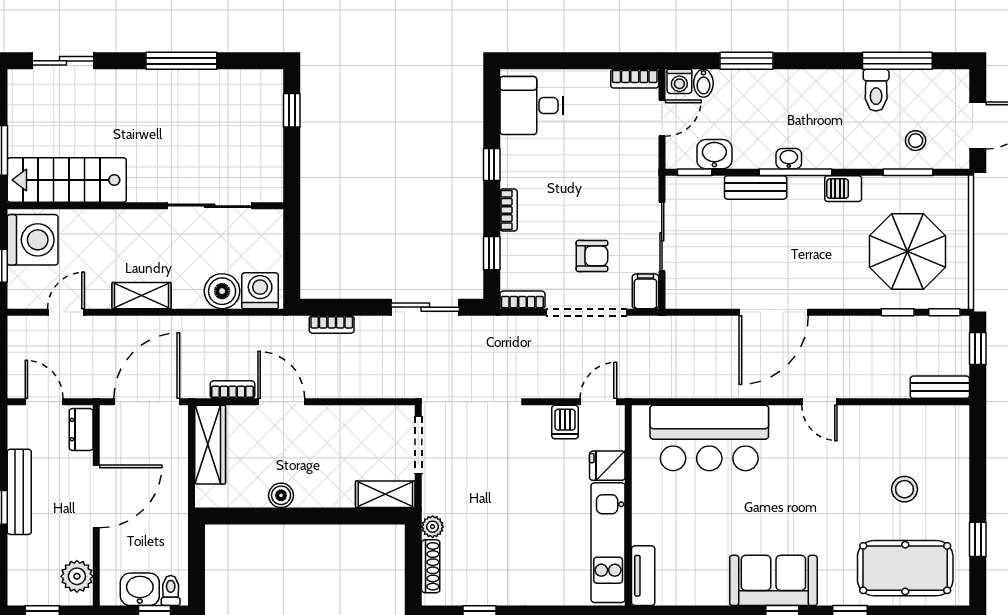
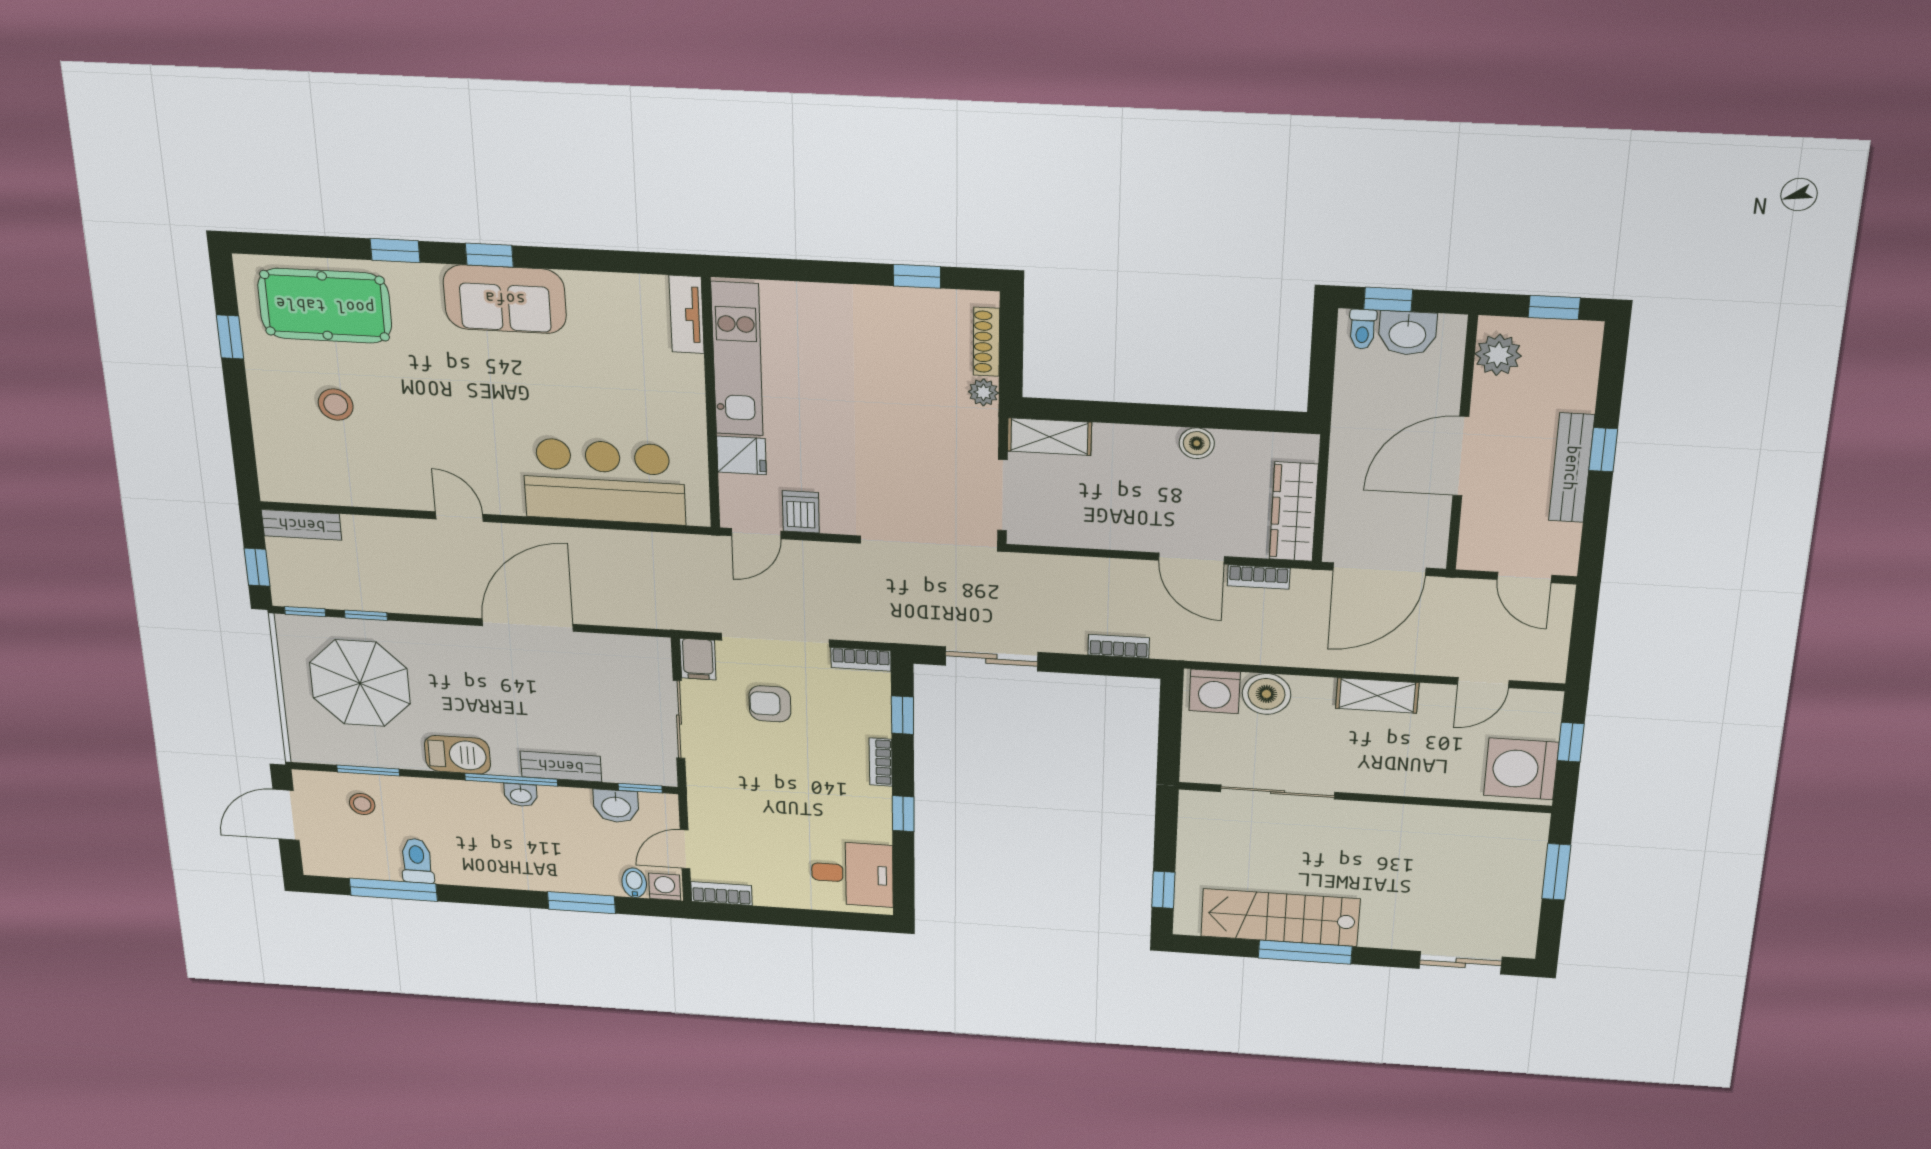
stairs: (67, 180) -> (1280, 918), moved, turned 180
barbecue: (843, 189) -> (457, 755), width x1.38, depth x1.27
dresser: (81, 430) -> (1475, 541), removed

